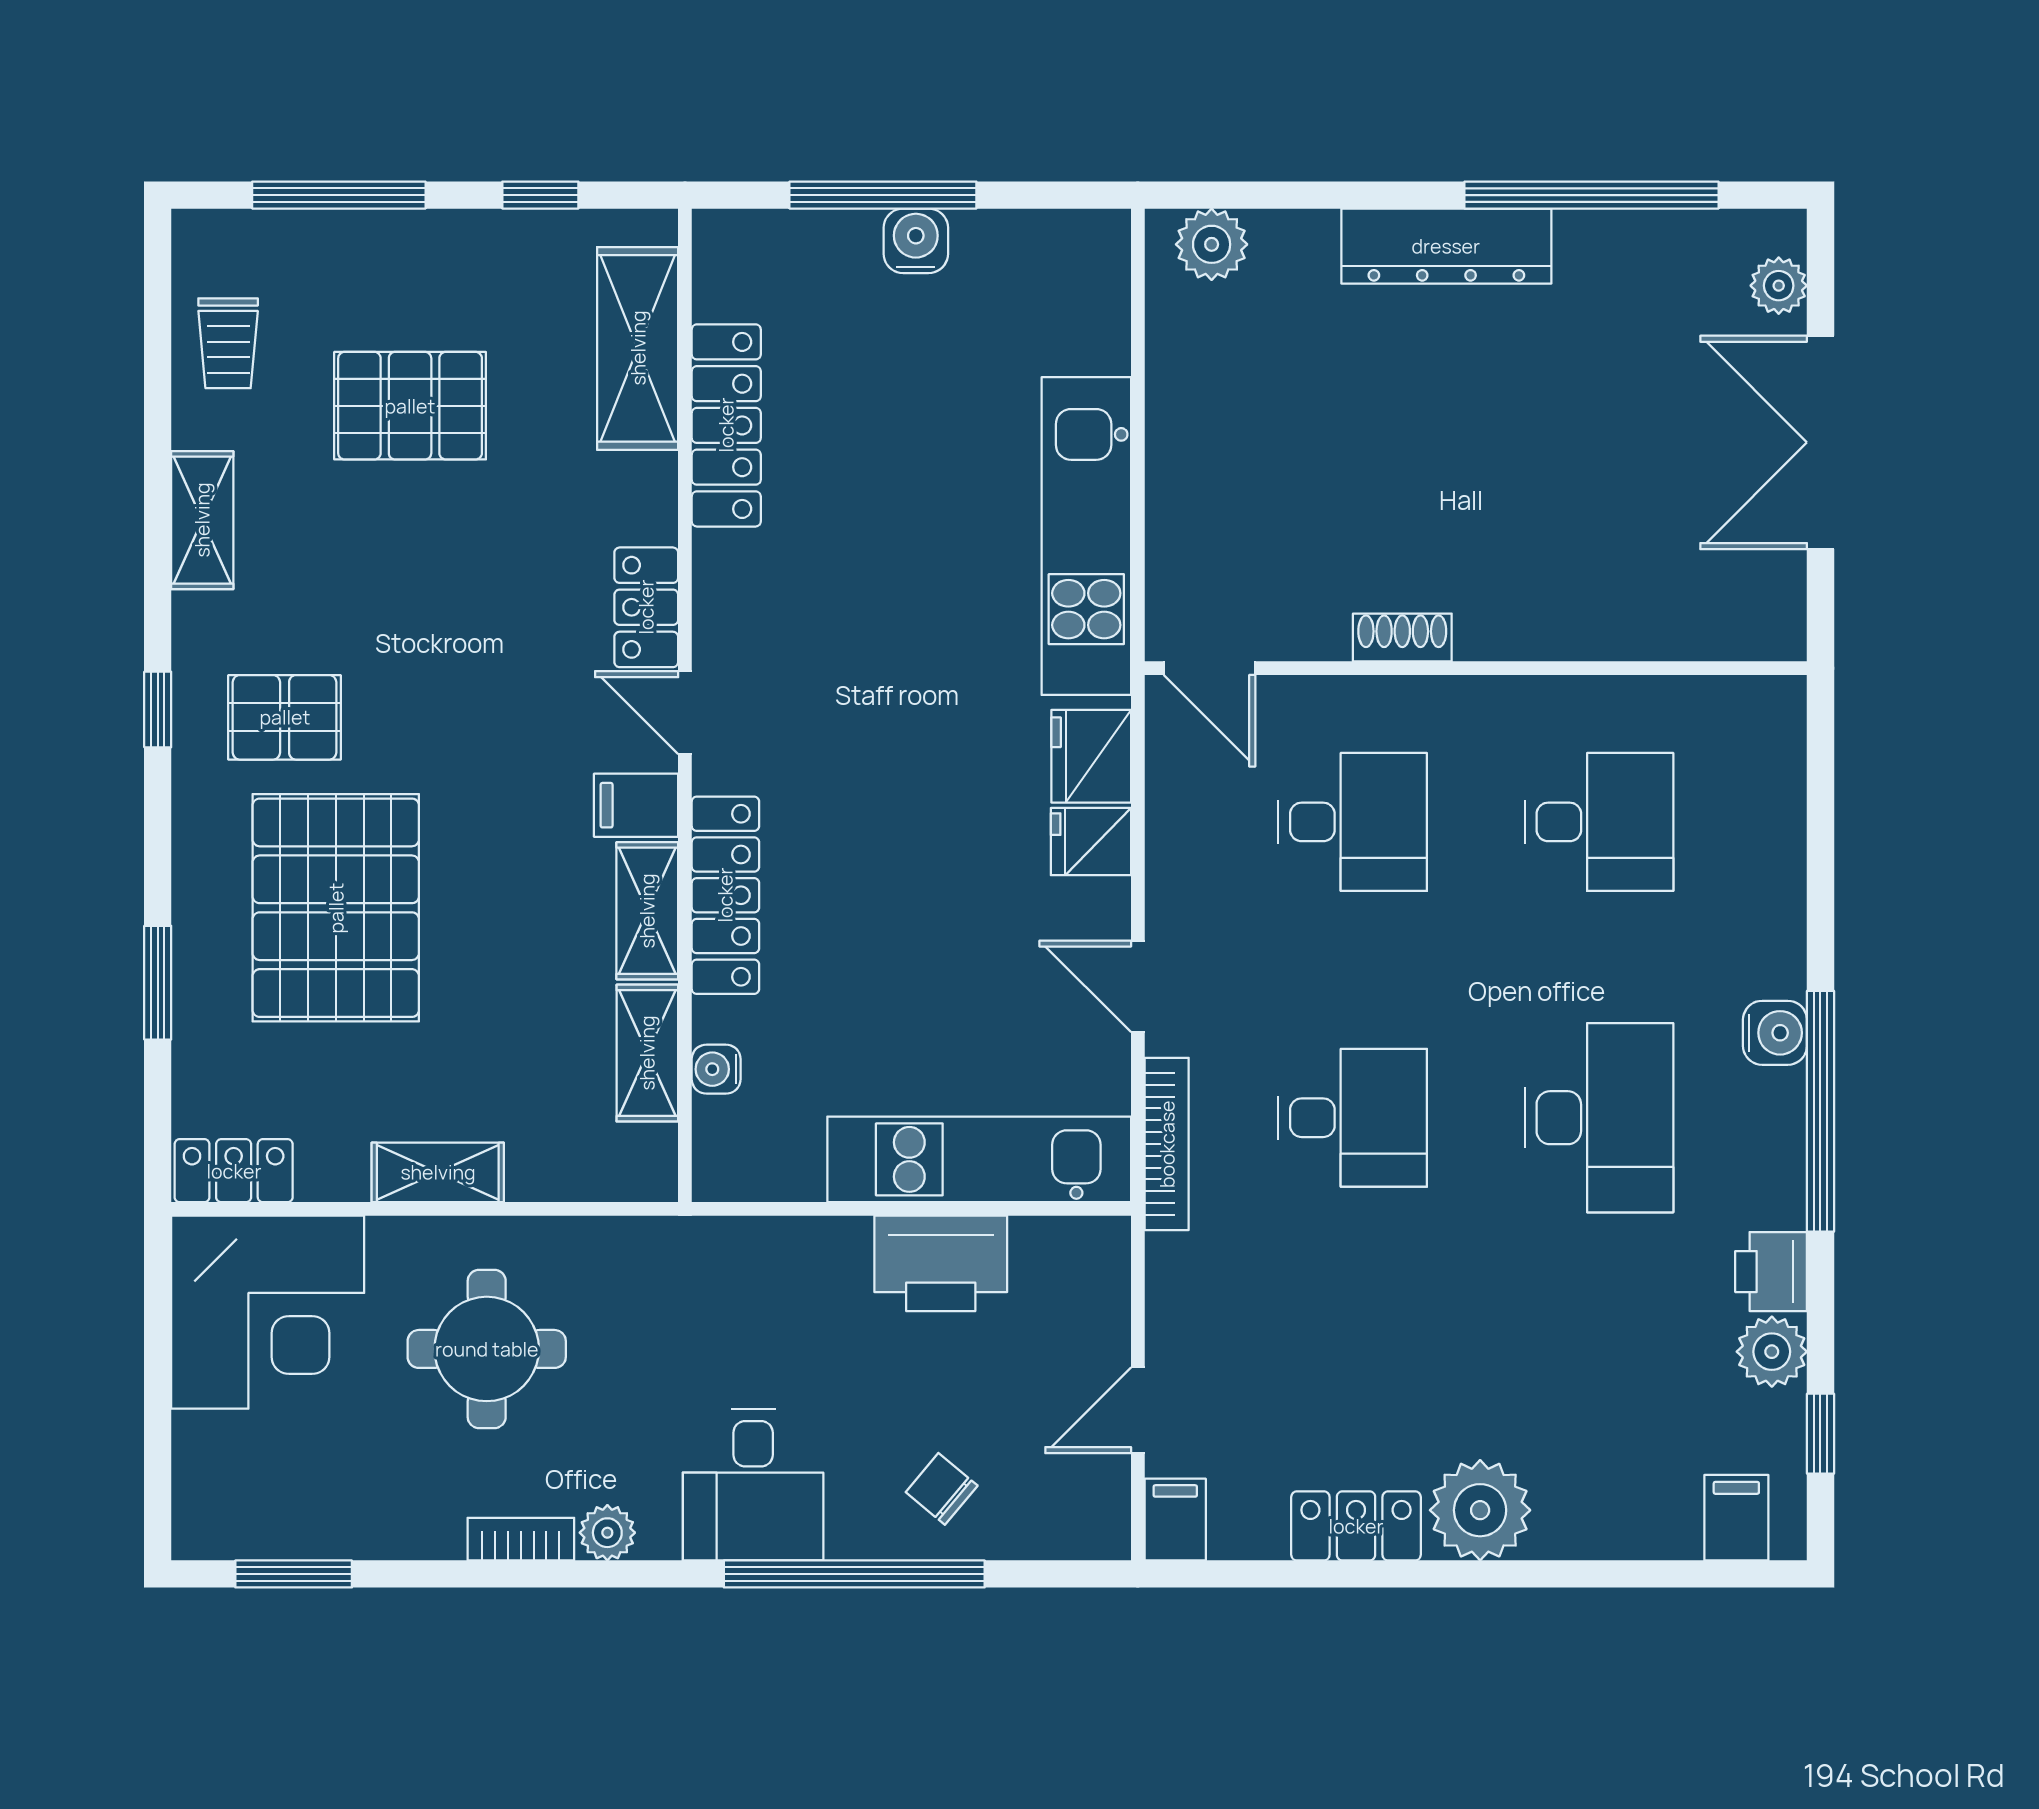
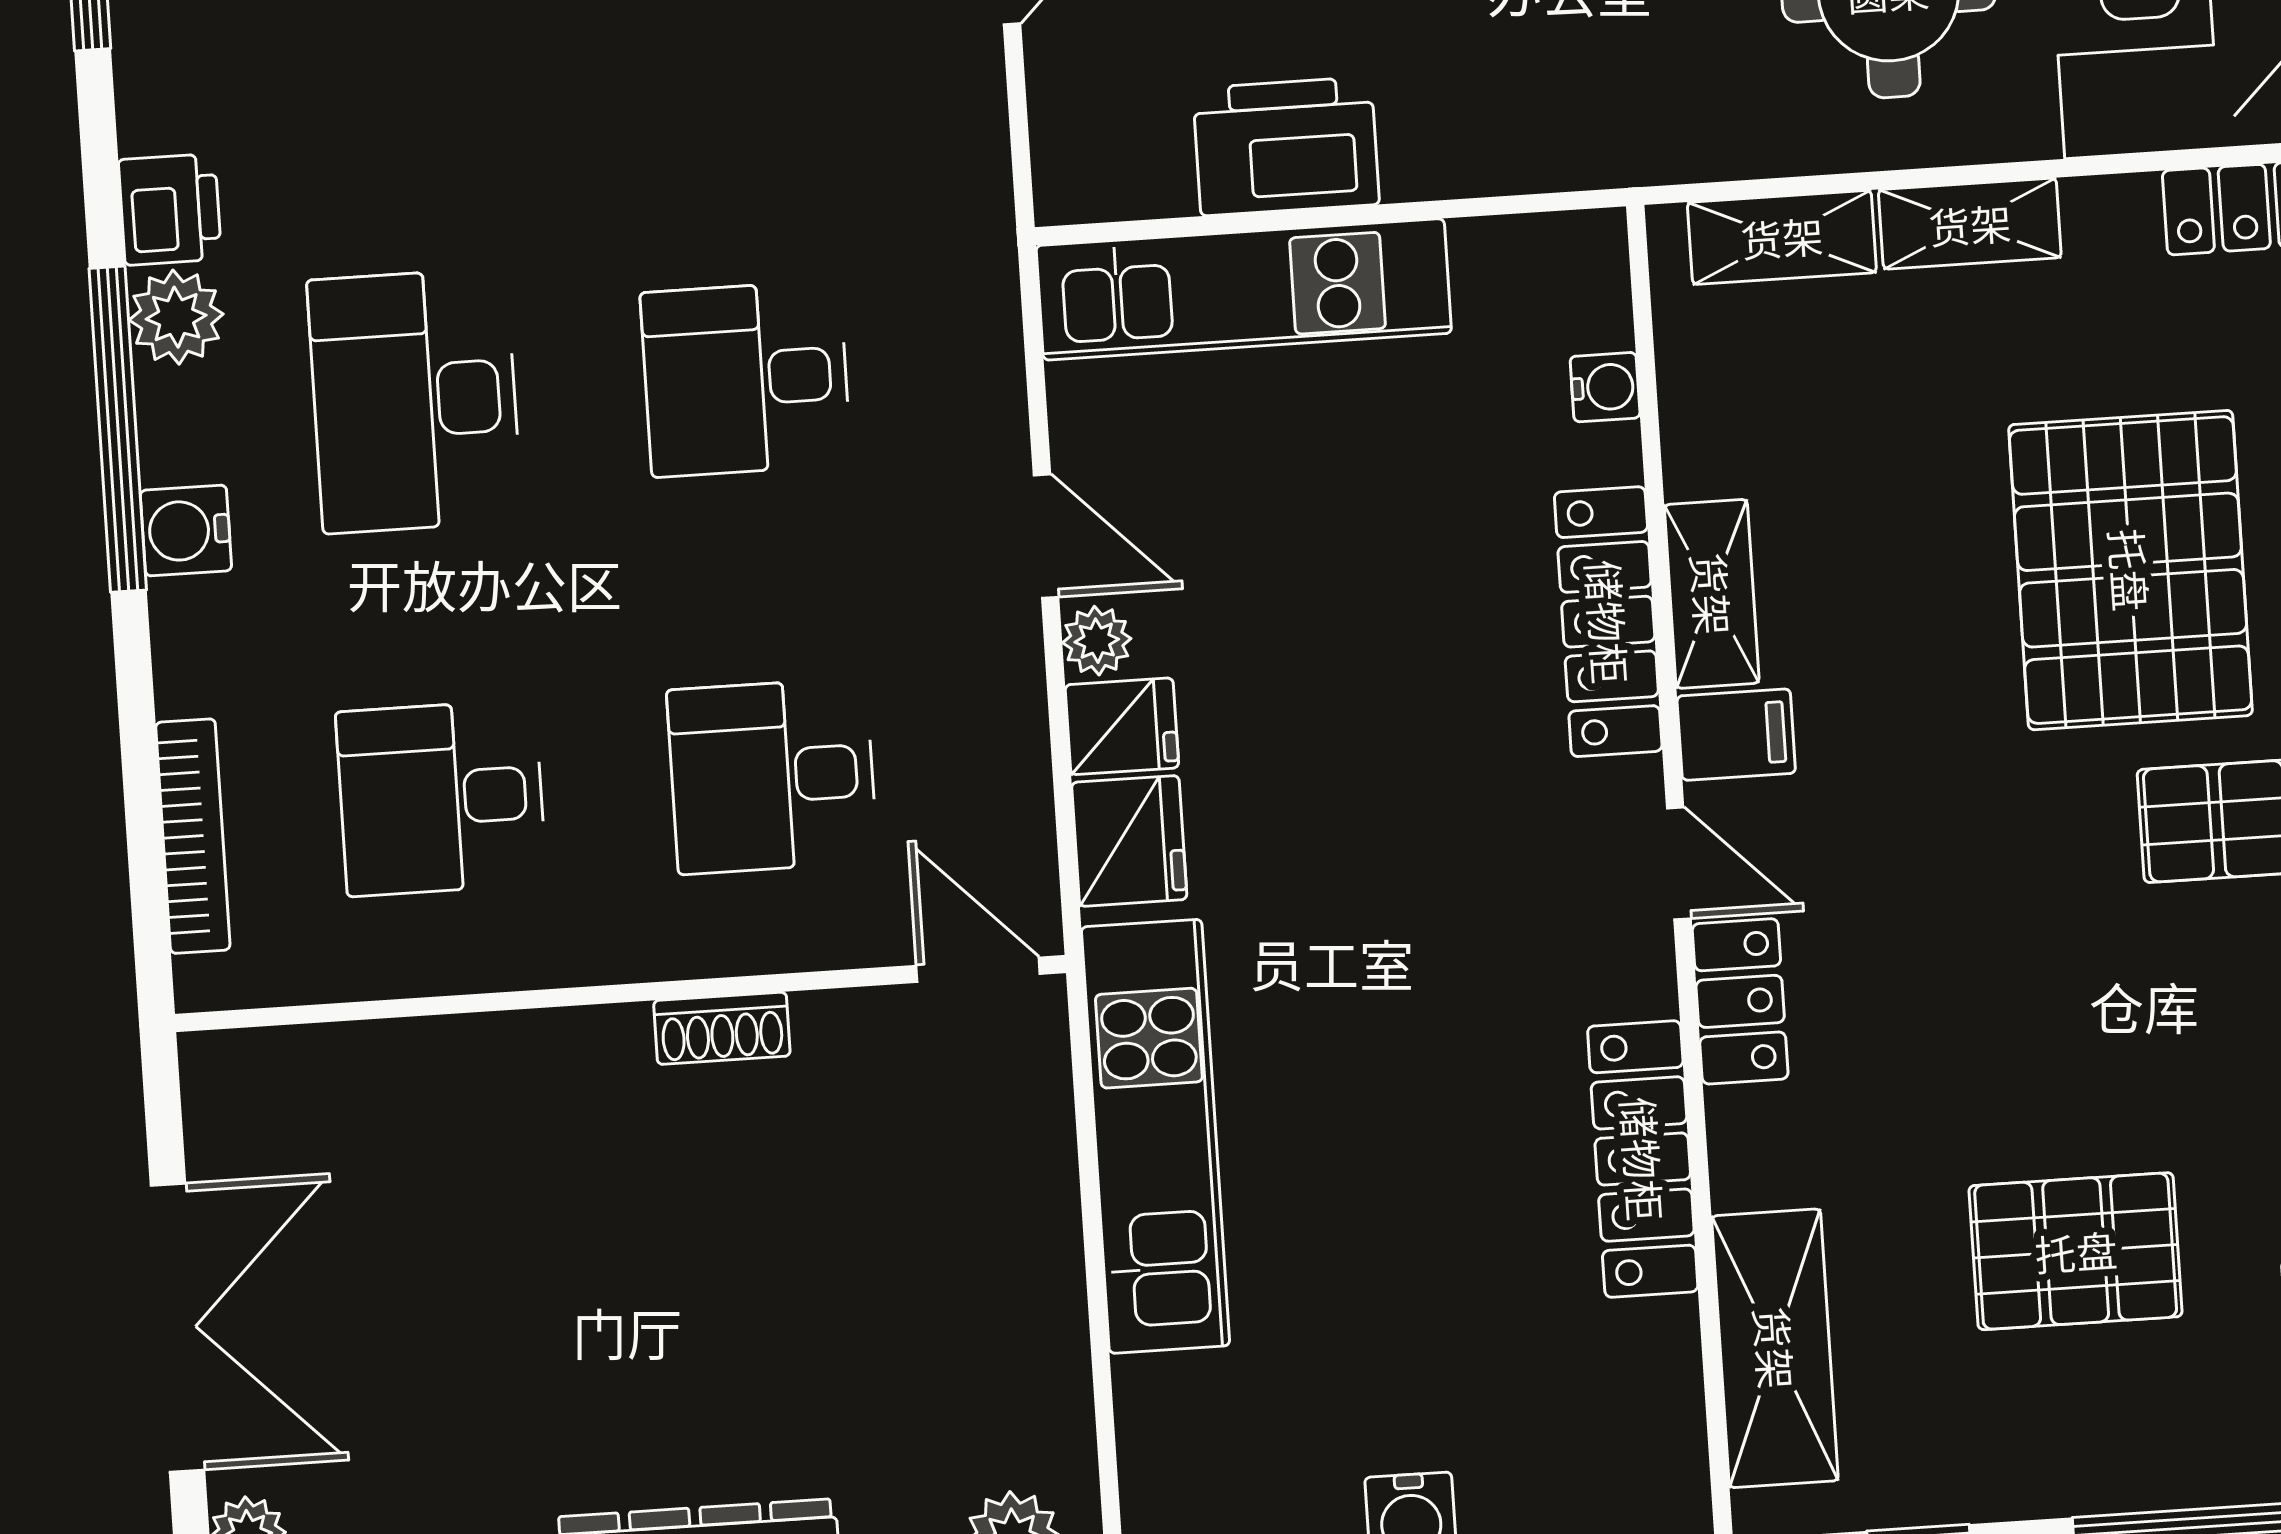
locker: (726, 425) -> (1643, 1159), moved
plant: (1105, 906) -> (1097, 641), added
shelving: (647, 1053) -> (1782, 237), moved, turned 90
bookcase: (1167, 1144) -> (193, 836), moved, turned 180
plant: (1772, 1352) -> (176, 317), moved

